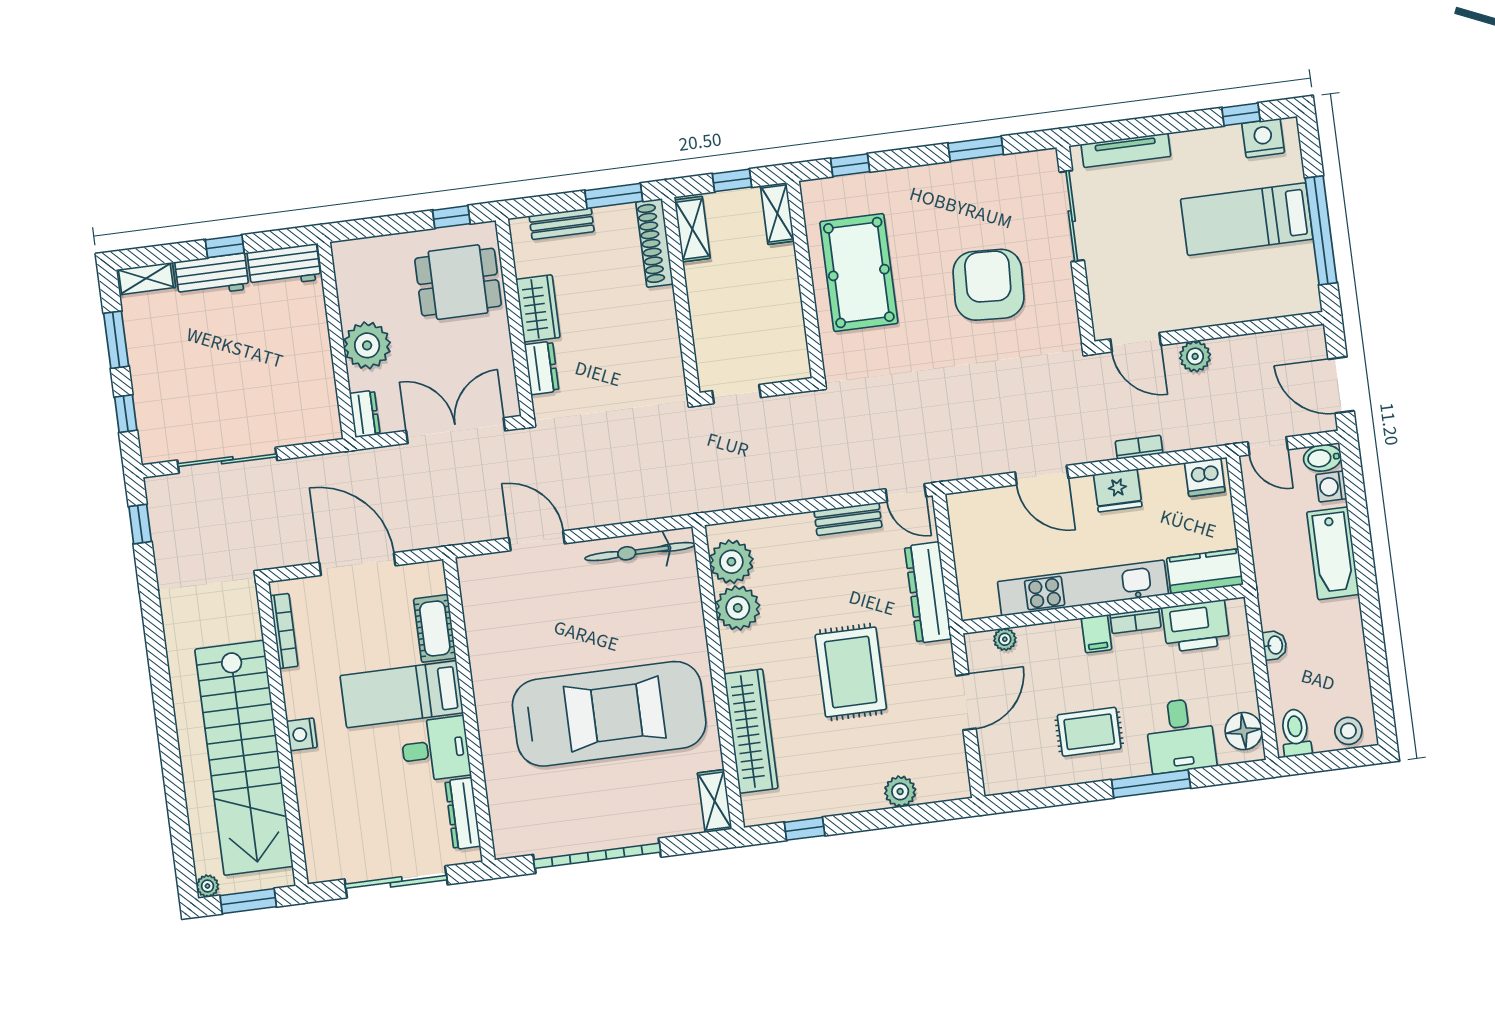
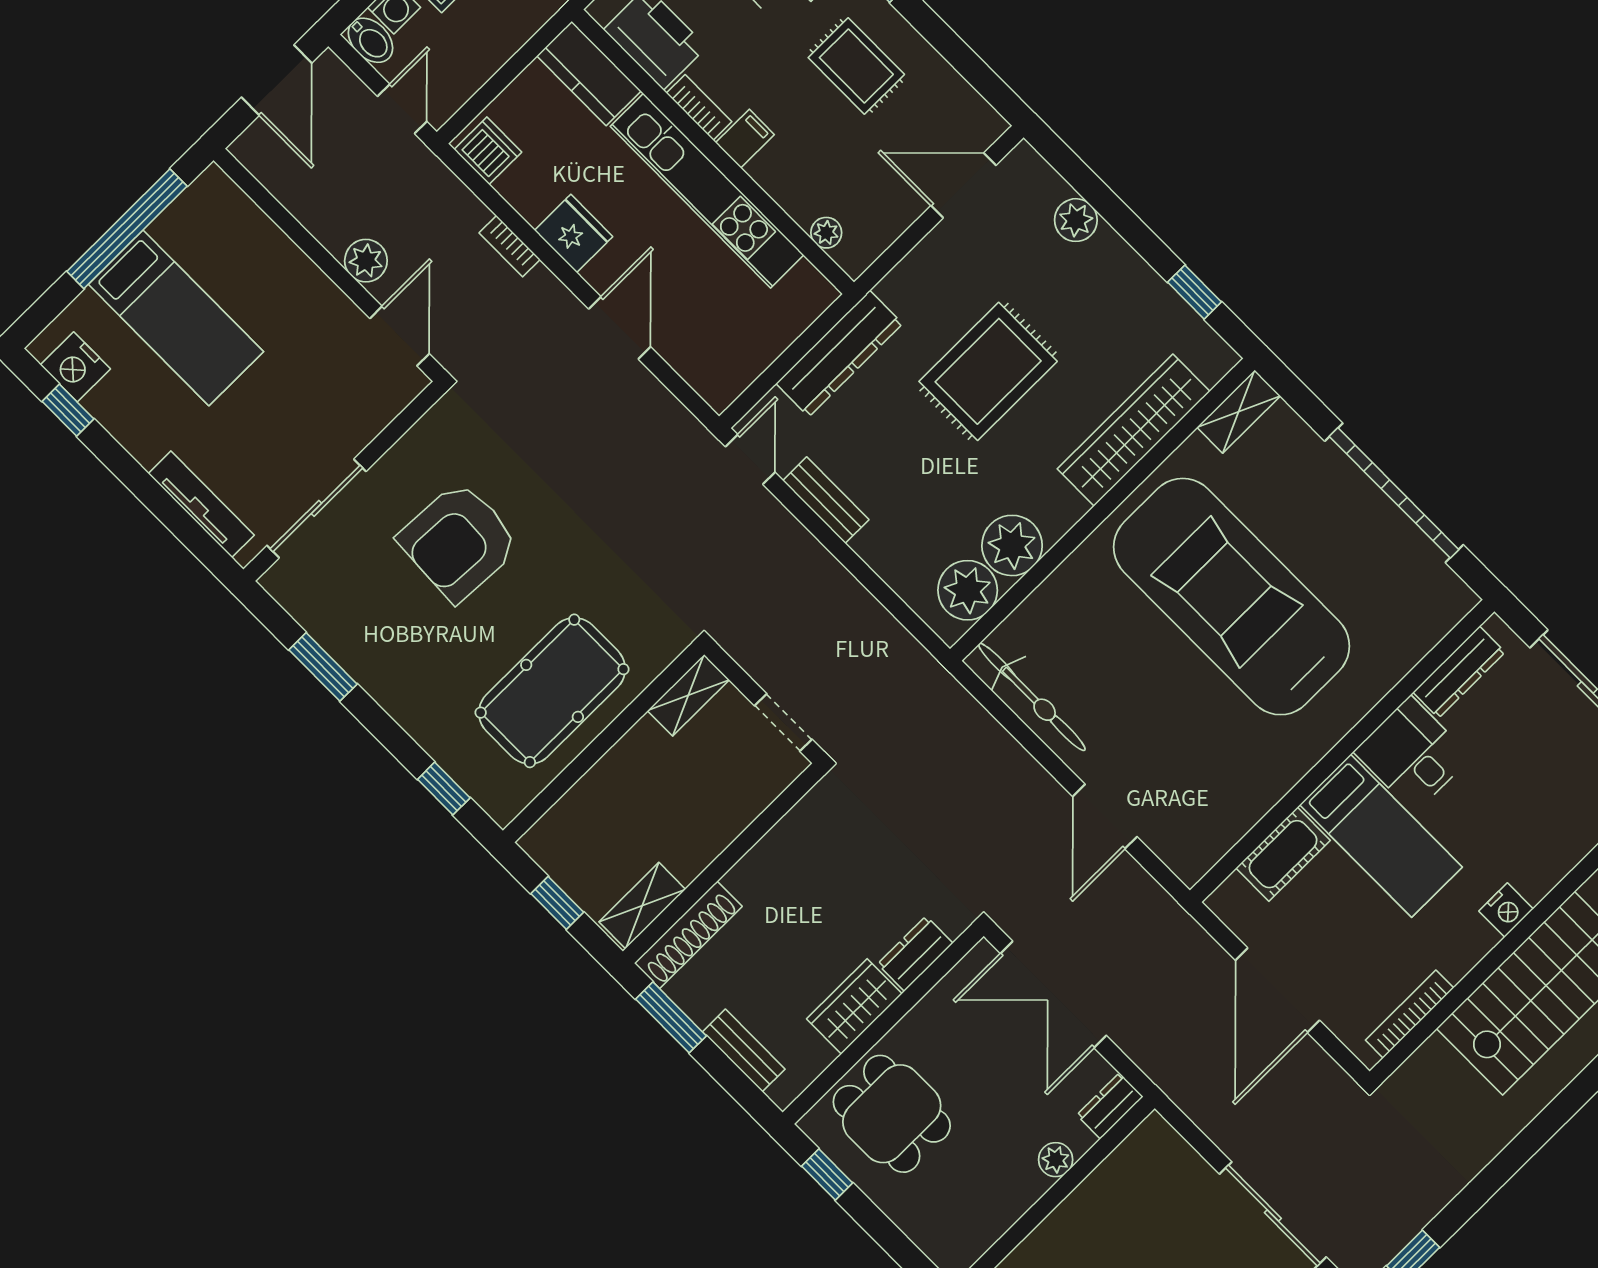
shelving: (777, 213) -> (688, 695), moved
plant: (367, 345) -> (1056, 1160), width x0.53, depth x0.53
door: (966, 702) -> (963, 185), moved

